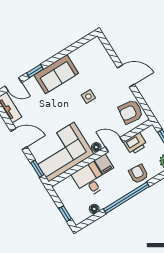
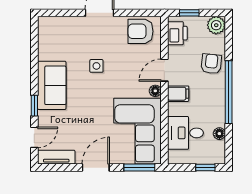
armchair: (131, 112) -> (141, 31), turned 83
printer: (135, 144) -> (177, 33), moved
window: (37, 169) -> (139, 168), width x1.50
armchair: (138, 174) -> (211, 64), turned 92
desk: (90, 180) -> (186, 133), moved

